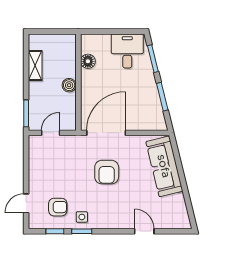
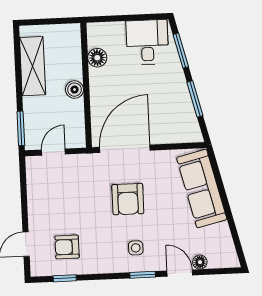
shelving: (35, 66) -> (33, 66), width x1.50, depth x1.33
armchair: (58, 207) -> (67, 247), turned 180
side table: (82, 217) -> (136, 248), moved
floor lamp: (160, 223) -> (200, 262), added
window: (82, 231) -> (143, 275), moved

